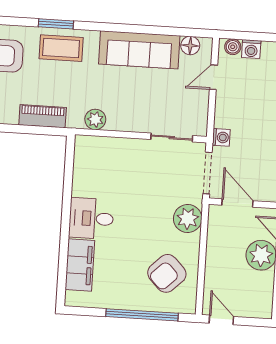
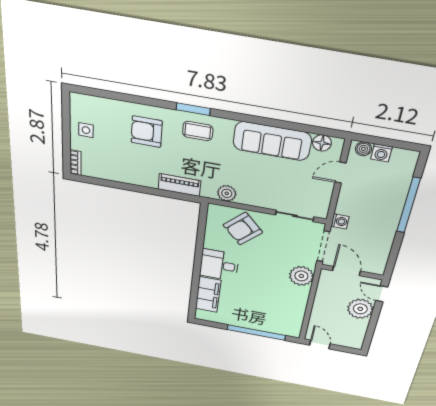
coffee table: (61, 48) -> (198, 131), width x0.73, depth x0.77
armchair: (167, 273) -> (243, 229), moved

